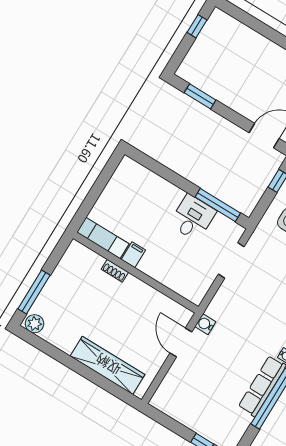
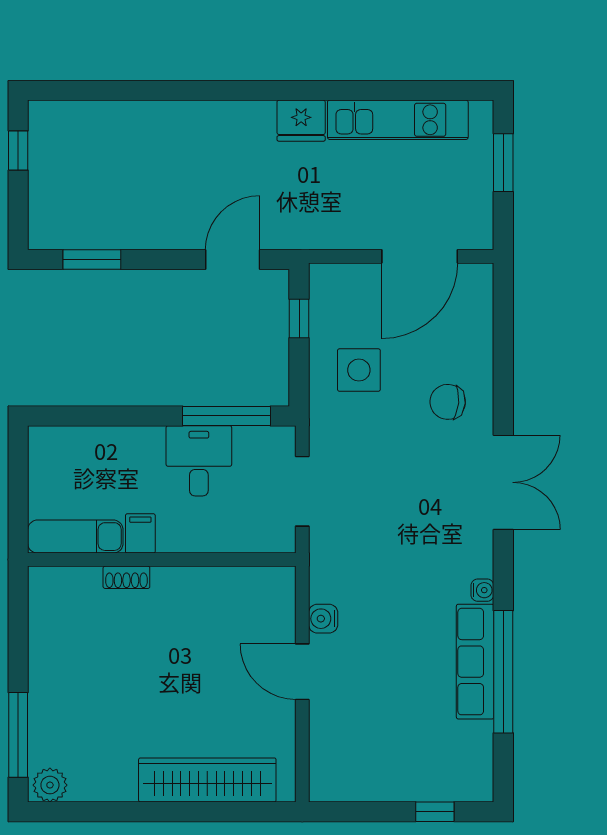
exam couch: (103, 238) -> (75, 537), moved
filing cabinet: (133, 255) -> (140, 533), moved
shoe rack: (115, 271) -> (126, 577), moved
wall: (136, 273) -> (162, 560), moved

